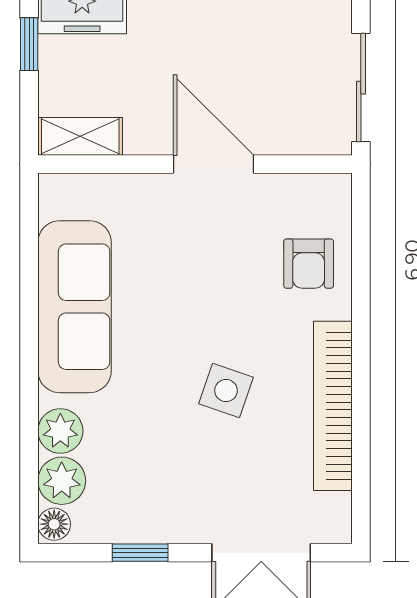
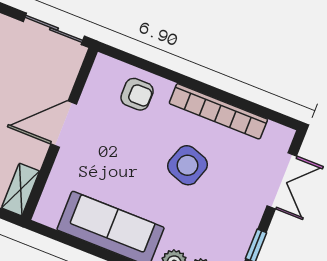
side table: (226, 391) -> (187, 165), width x1.37, depth x1.37

